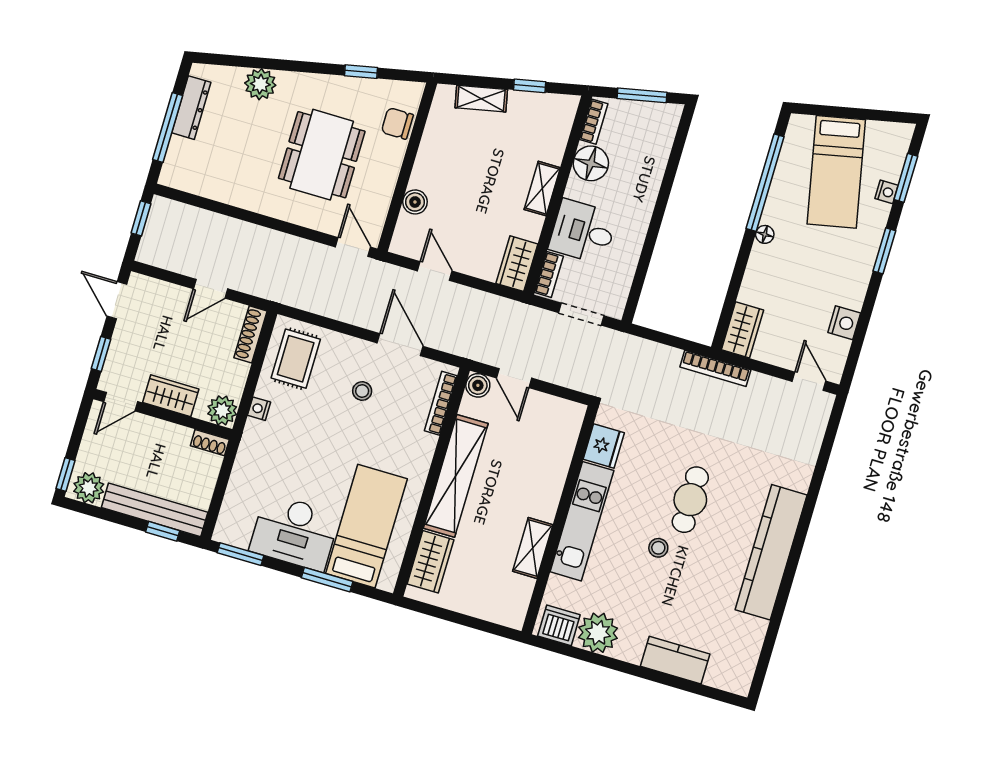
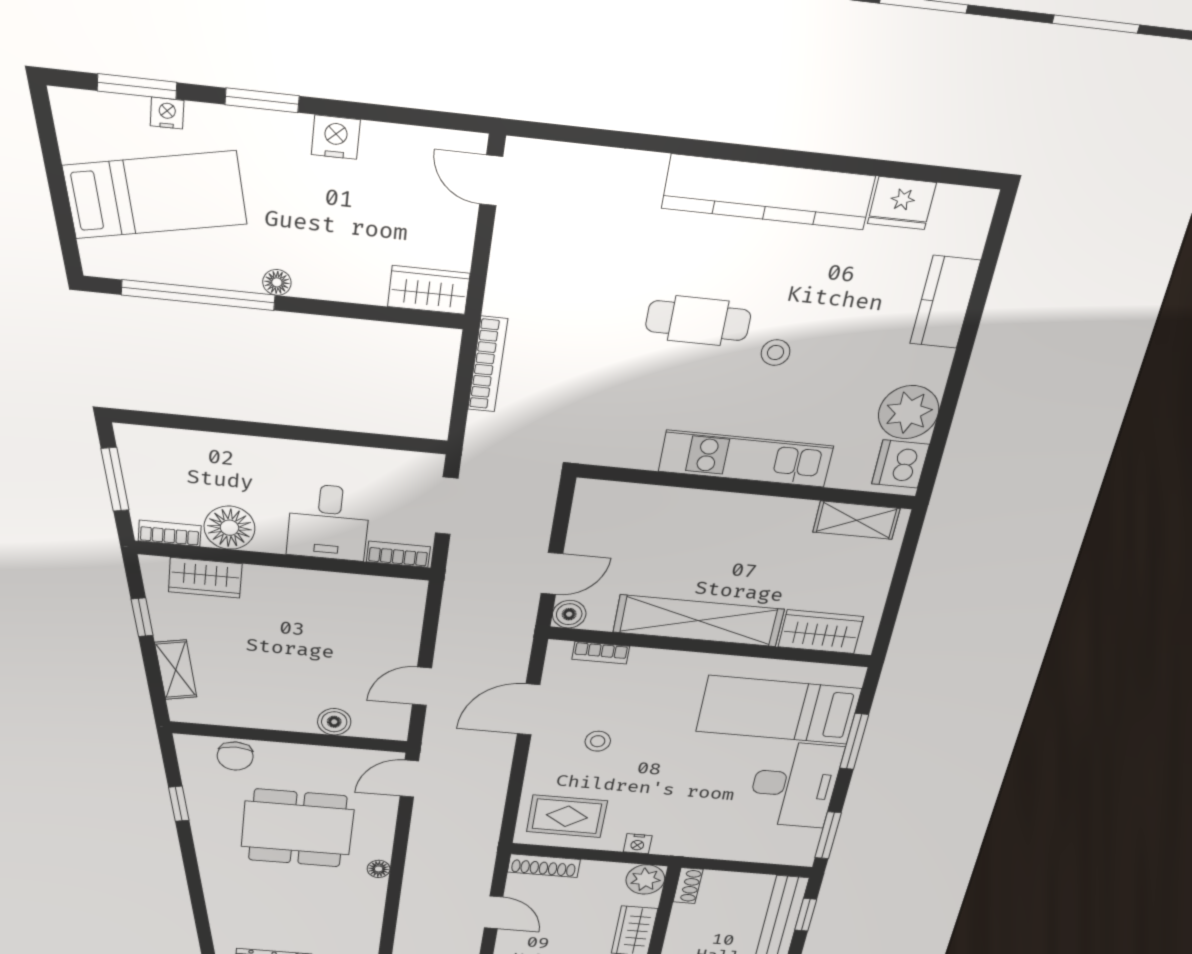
plant: (260, 84) -> (225, 901), removed
shelving: (542, 189) -> (280, 581), removed
floor lamp: (271, 208) -> (379, 869), added
wardrobe: (517, 264) -> (205, 578), moved
nightstand: (844, 323) -> (336, 137), moved
bookcase: (715, 368) -> (488, 364), moved
door: (809, 381) -> (491, 180), hinge flipped
bookcase: (441, 403) -> (601, 653), width x0.64
fridge: (604, 446) -> (902, 203), moved, turned 180
shelving: (533, 548) -> (856, 520), moved

